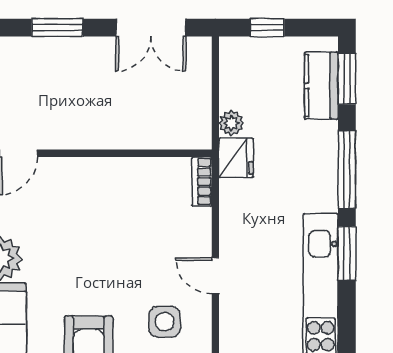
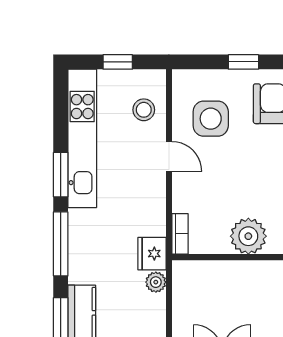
plant: (119, 179) -> (248, 236), added
side table: (165, 322) -> (211, 119), width x1.37, depth x1.37
stool: (246, 332) -> (144, 110), added

